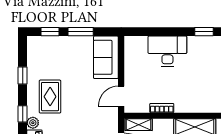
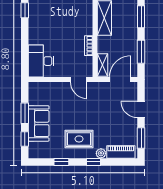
desk: (167, 51) -> (41, 61), moved
sofa: (106, 57) -> (39, 123), moved, turned -90

